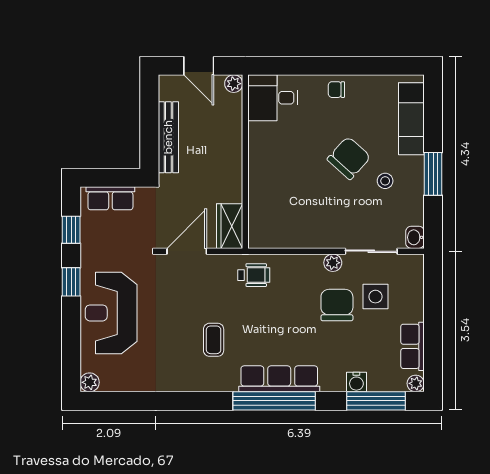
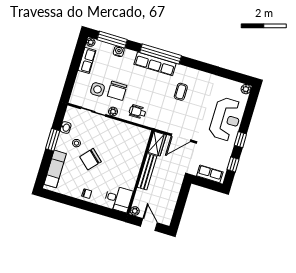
bench: (168, 137) -> (147, 172), moved
washbasin: (415, 237) -> (66, 127), moved
wheelchair: (254, 275) -> (137, 112), moved

